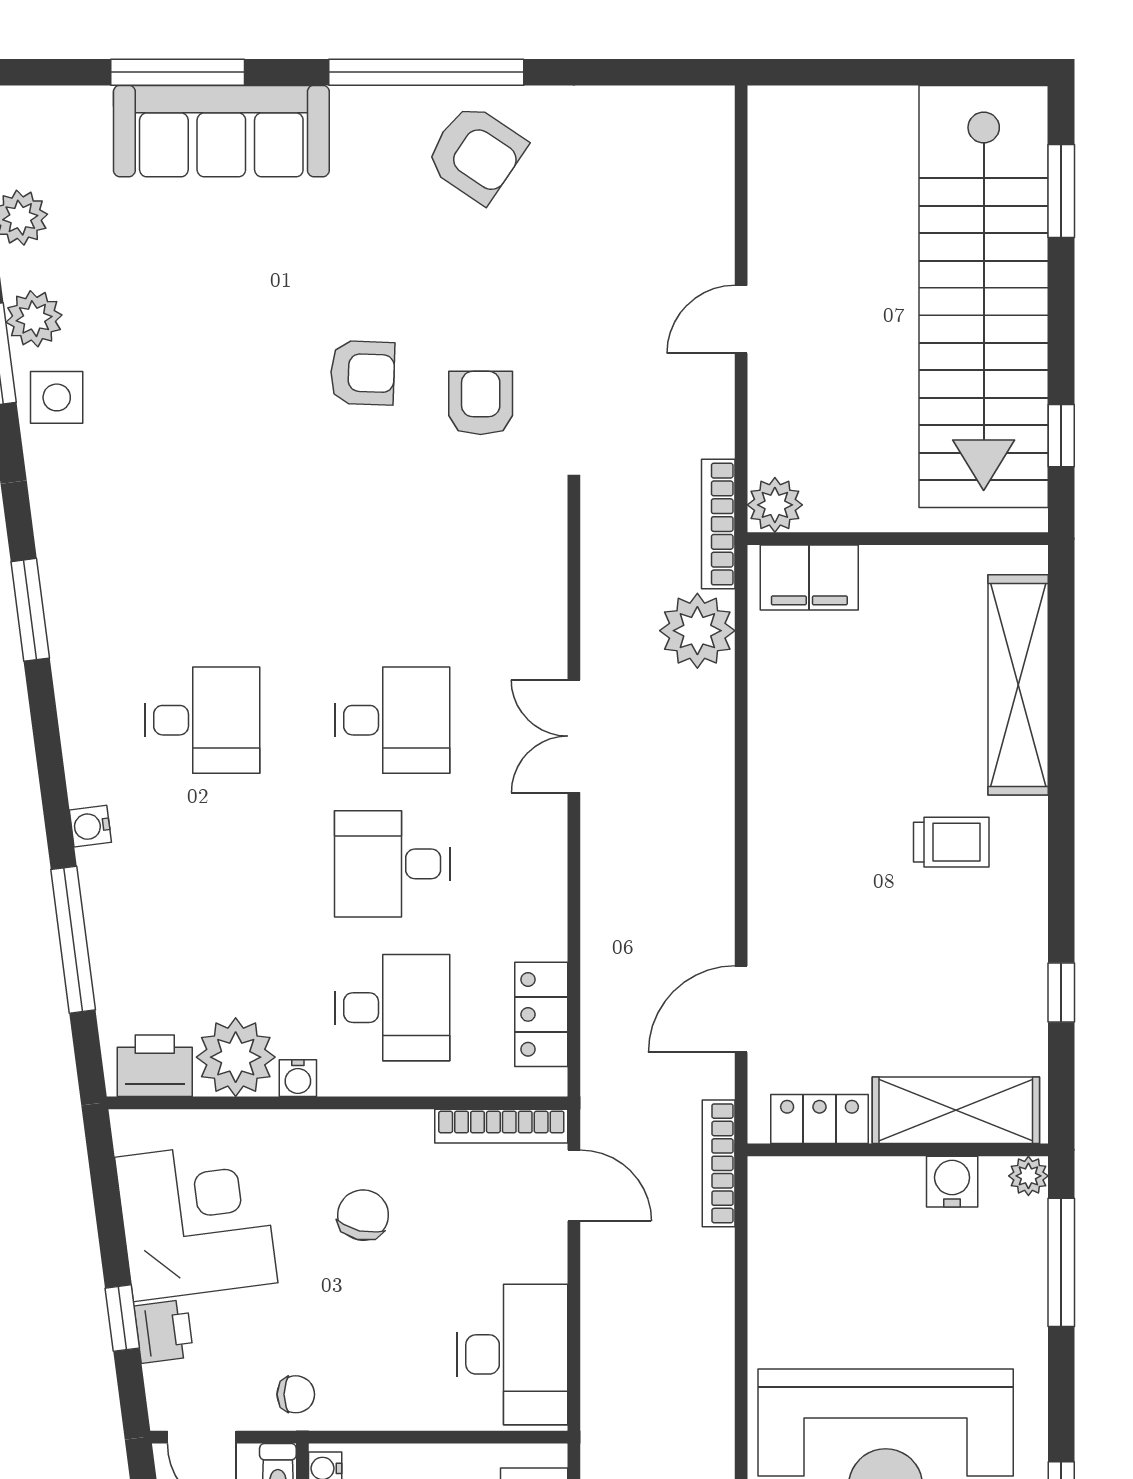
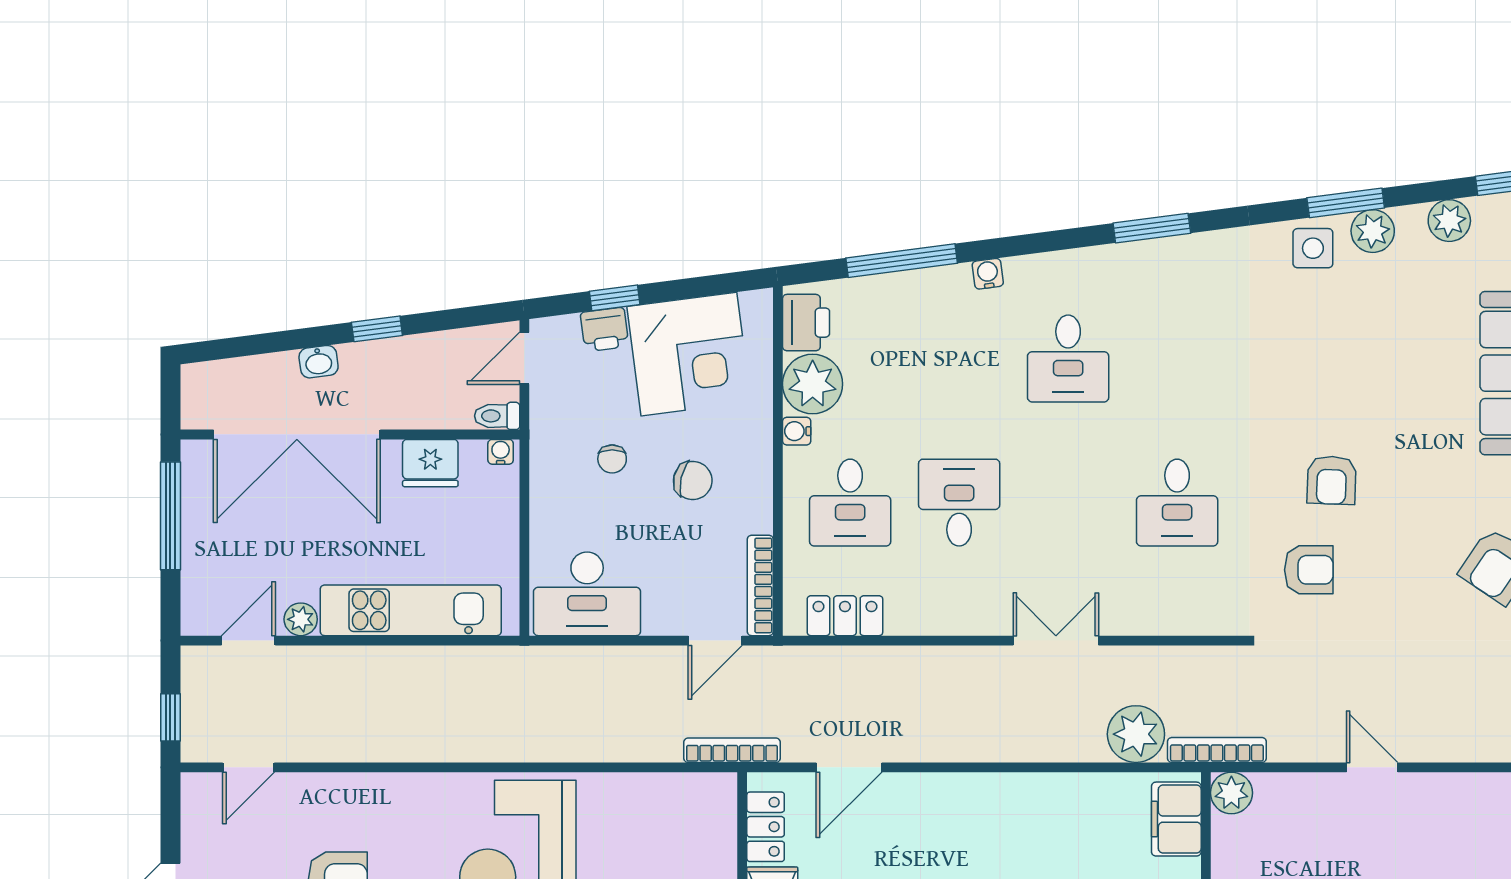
desk: (392, 720) -> (1177, 503), moved
door: (741, 1009) -> (849, 767), swing flipped
chair: (296, 1394) -> (612, 459), moved

